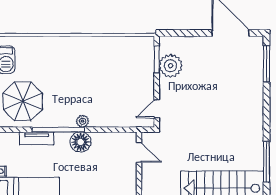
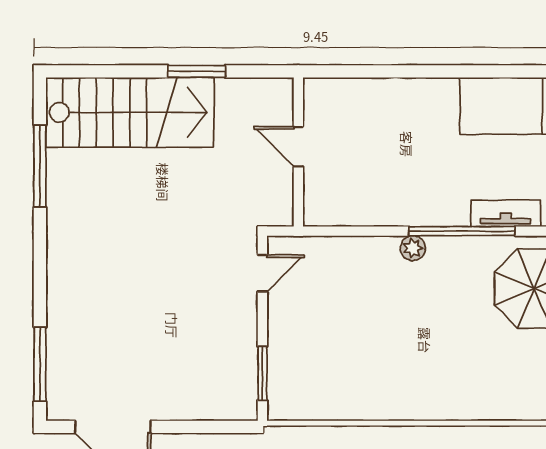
plant: (171, 66) -> (234, 361), removed
floor lamp: (81, 142) -> (417, 206), removed
door: (139, 152) -> (298, 147), moved

